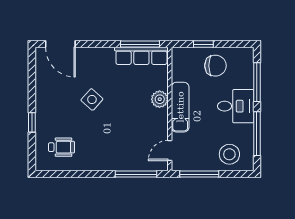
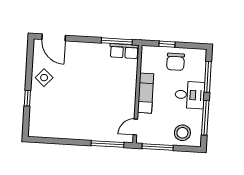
row of seats: (141, 56) -> (124, 51), width x0.68
chair: (215, 66) -> (176, 62), turned 90
side table: (92, 99) -> (44, 78), moved
plant: (160, 99) -> (130, 86), removed
wheelchair: (61, 147) -> (50, 119), removed

